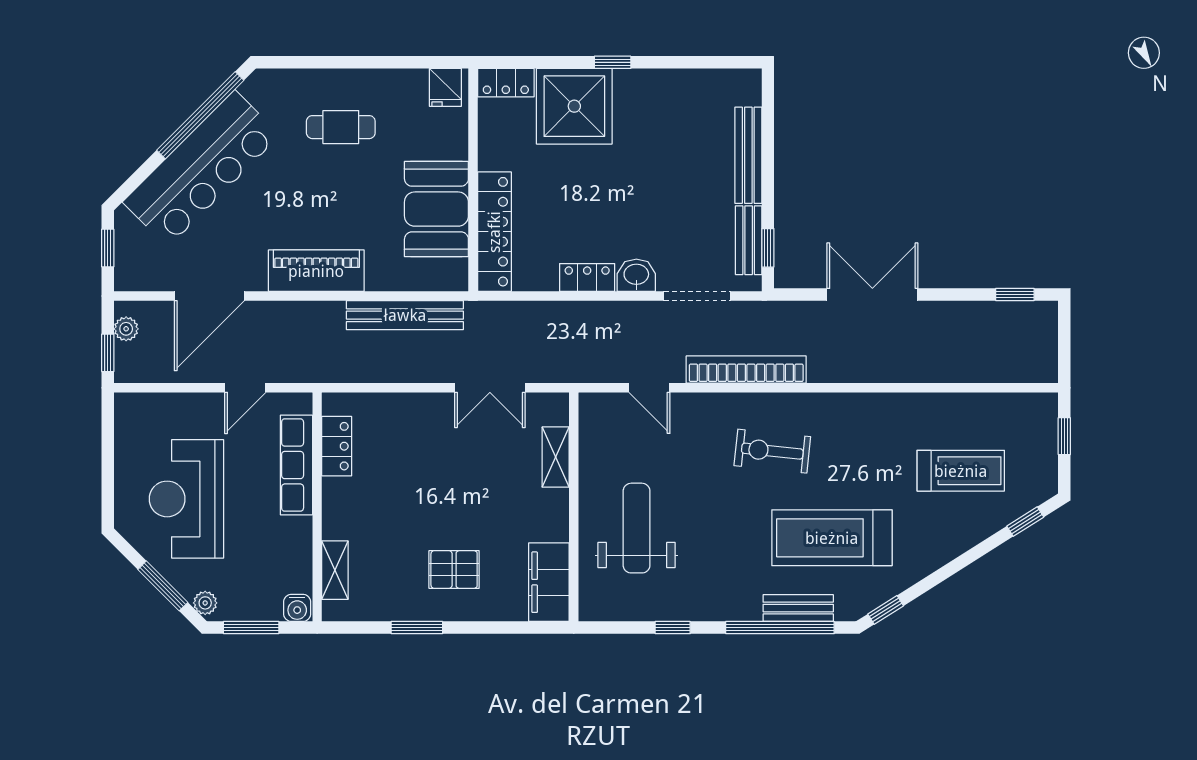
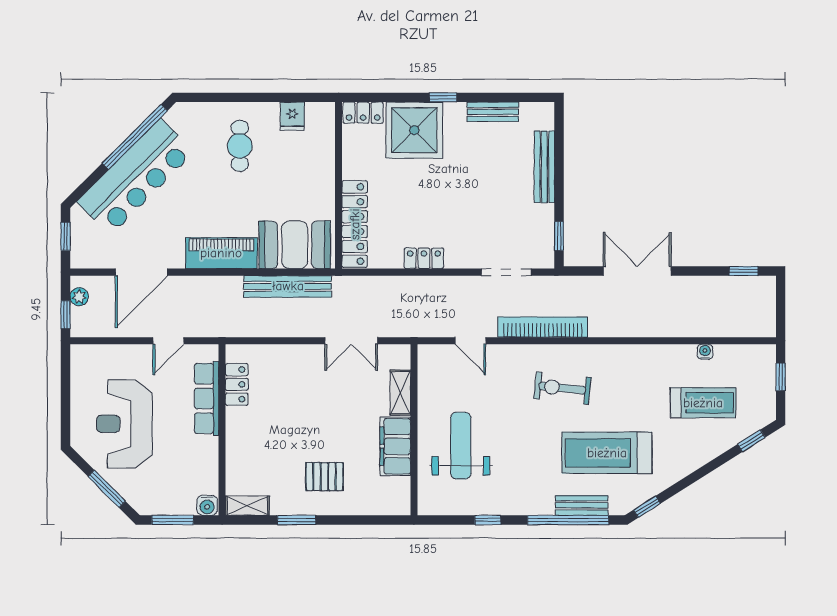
fridge: (445, 87) -> (292, 116), moved
cafe table: (341, 127) -> (240, 146), turned 90
booth: (436, 209) -> (295, 245), moved, turned 90
bench: (749, 240) -> (493, 112), moved, turned 90
washbasin: (636, 275) -> (461, 257), removed
water cooler: (963, 403) -> (705, 352), added
shelving: (335, 570) -> (247, 506), moved, turned 90
filing cabinet: (549, 582) -> (395, 446), moved
plant: (205, 603) -> (138, 502), removed

